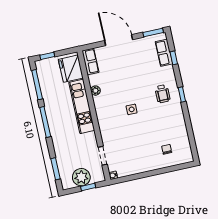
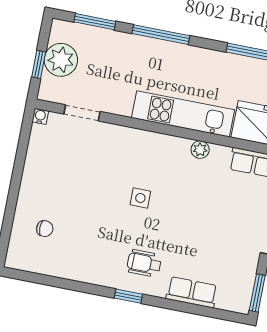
row of seats: (164, 53) -> (192, 292), moved
window: (174, 58) -> (198, 310), removed
window: (45, 122) -> (161, 35), moved

